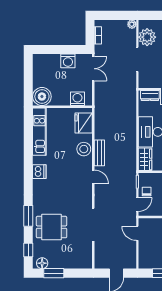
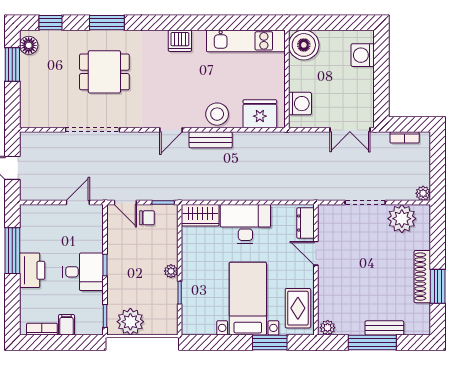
washing machine: (68, 61) -> (363, 55), moved
dining table: (52, 227) -> (104, 72), moved, turned 90

